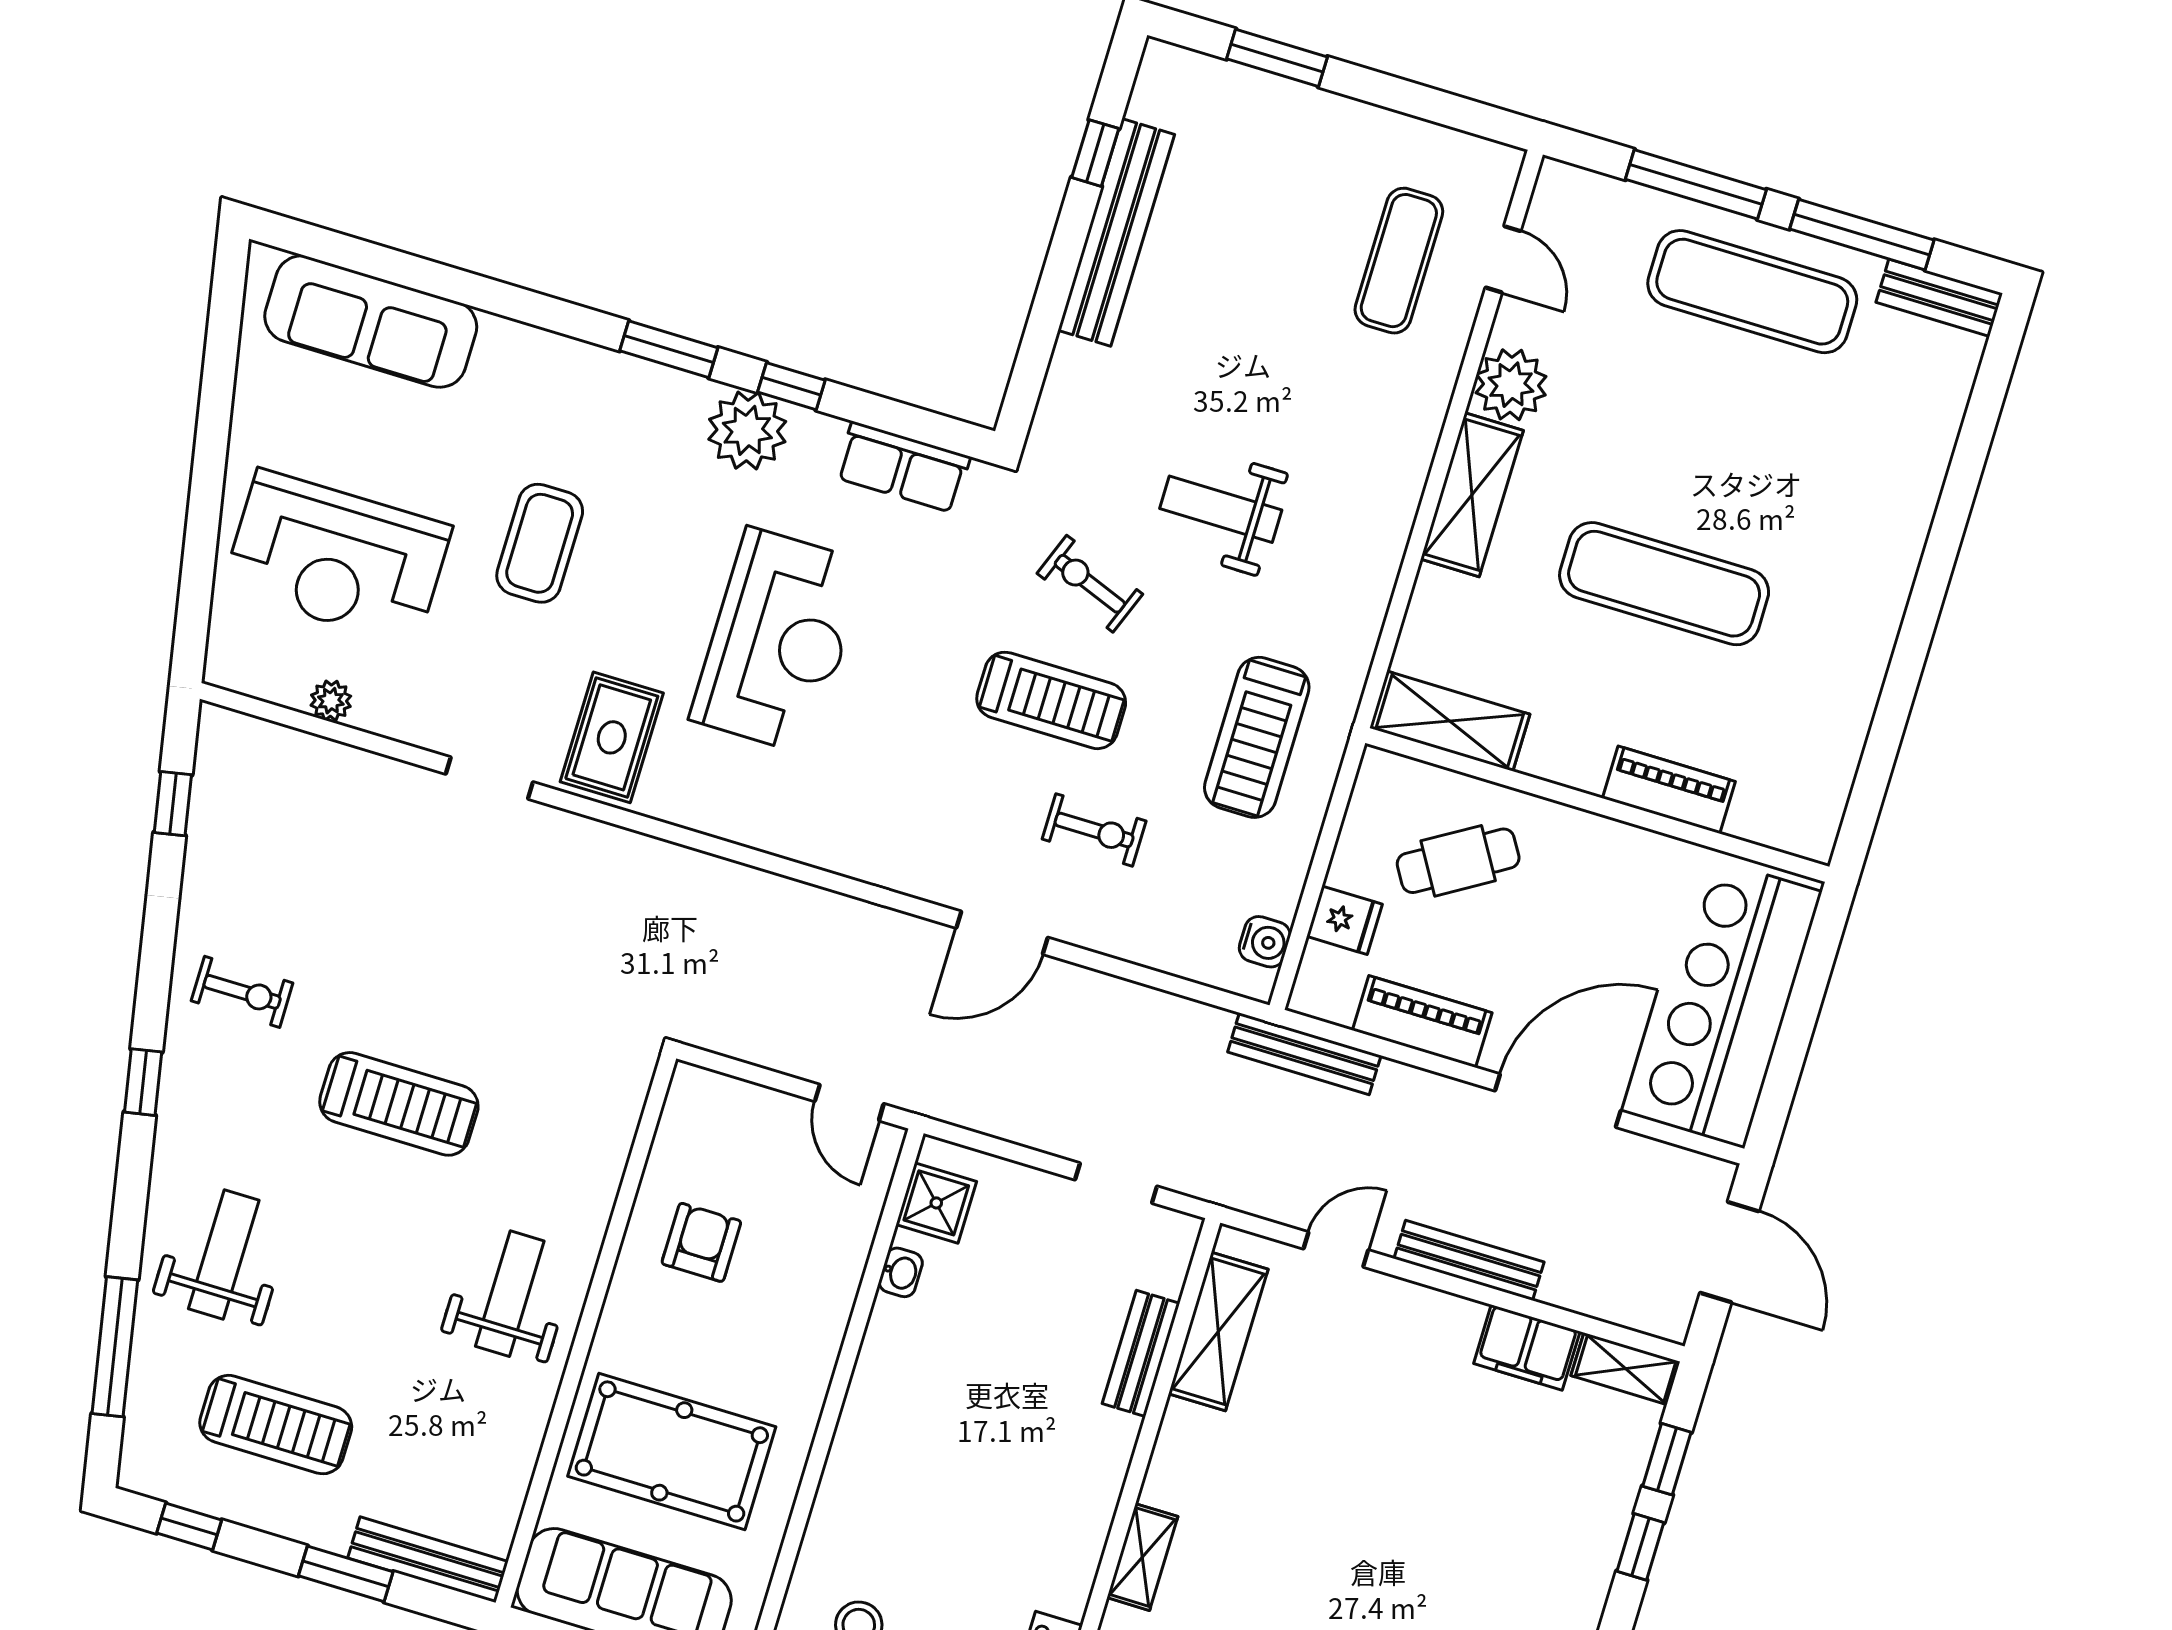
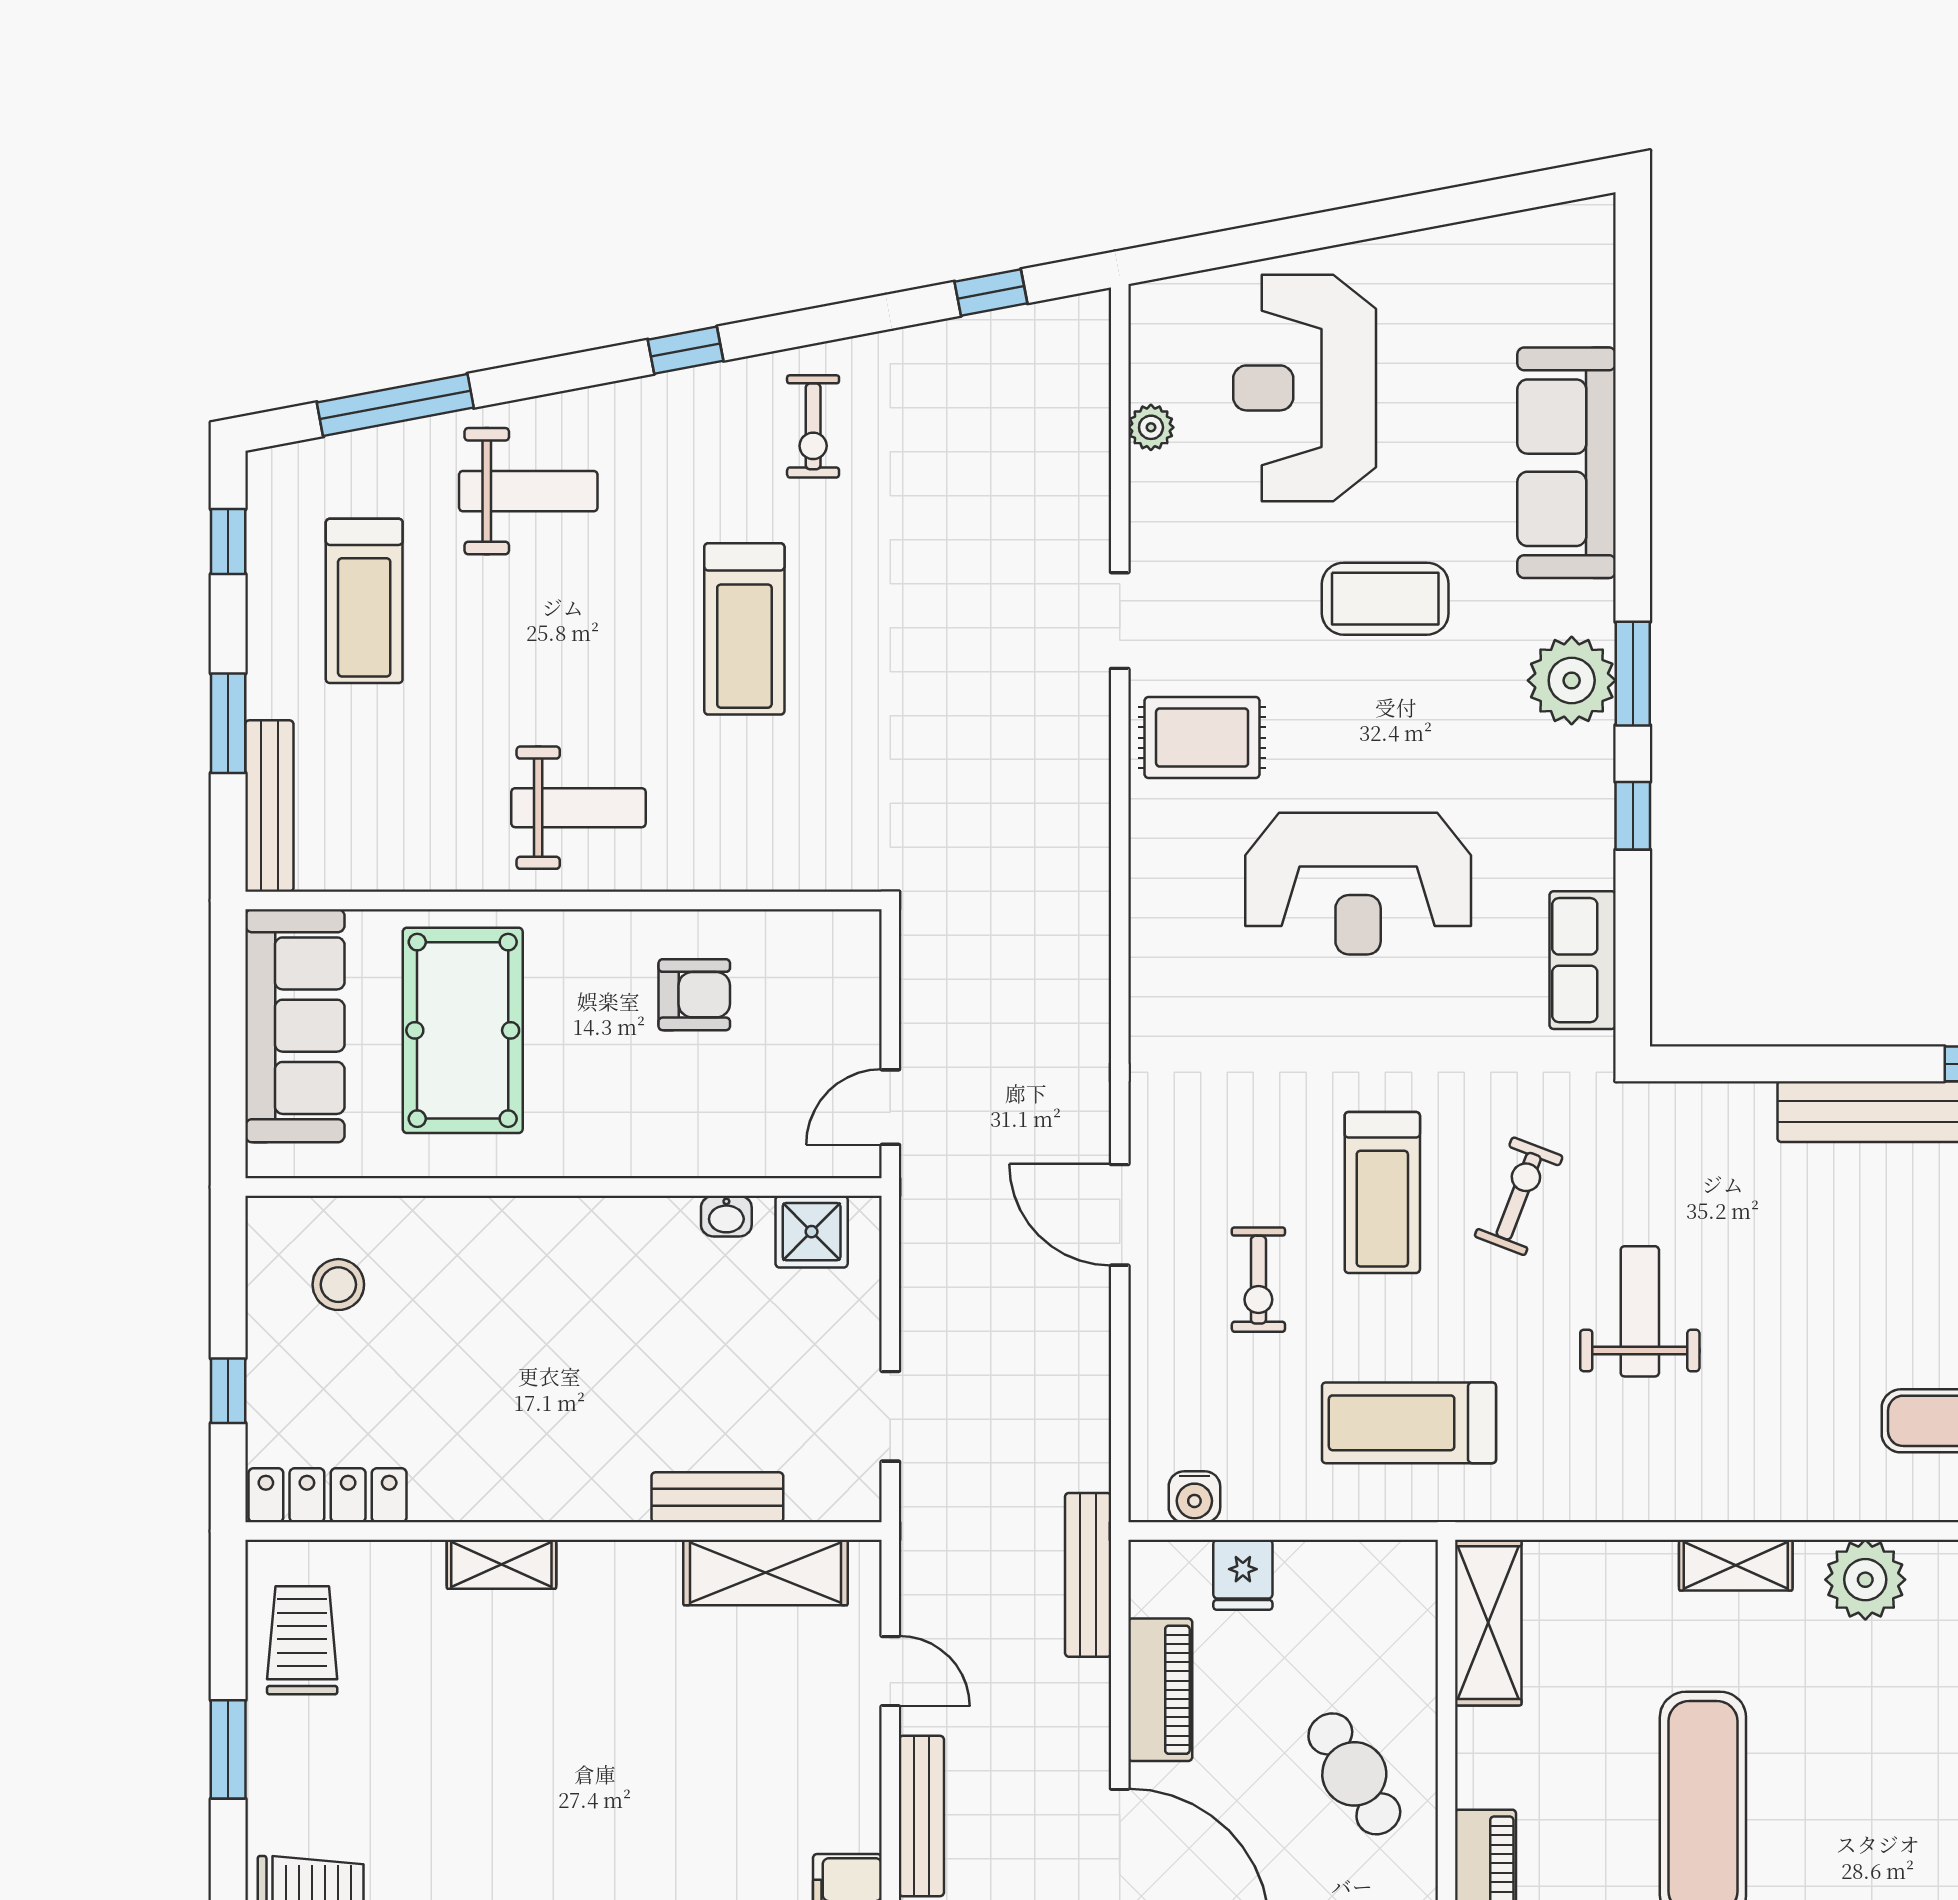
sofa: (371, 322) -> (1567, 463), moved
plant: (747, 430) -> (1572, 680), moved
shelving: (1472, 495) -> (1736, 1565), width x0.67, depth x0.75
cafe table: (1458, 861) -> (1354, 1774), moved

